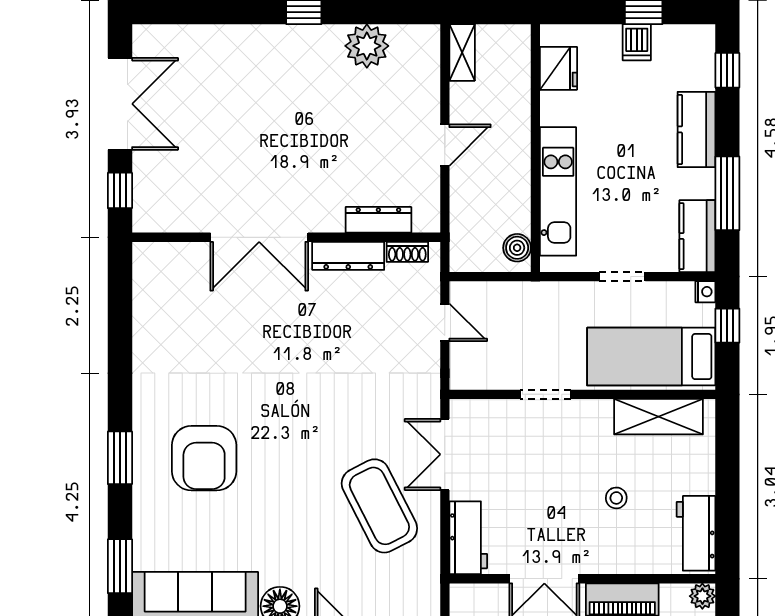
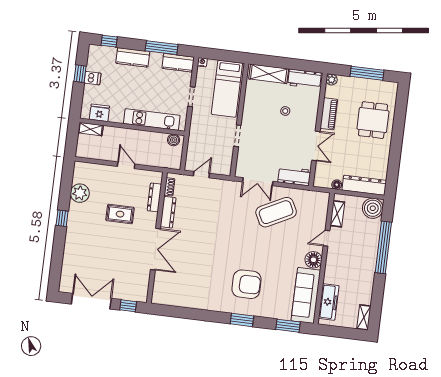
shelving: (462, 53) -> (91, 129), moved
rug: (330, 145) -> (120, 214), added
window: (727, 326) -> (218, 55), removed
shelving: (658, 417) -> (269, 74), moved, turned 90

